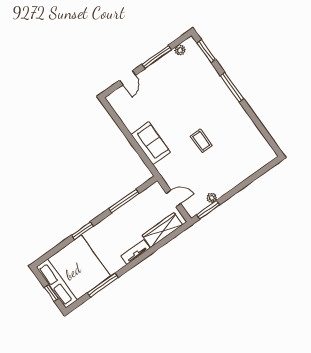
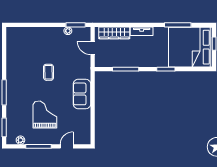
grand piano: (174, 95) -> (45, 114), added

